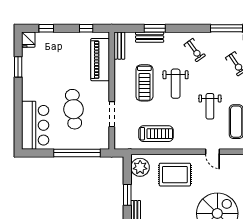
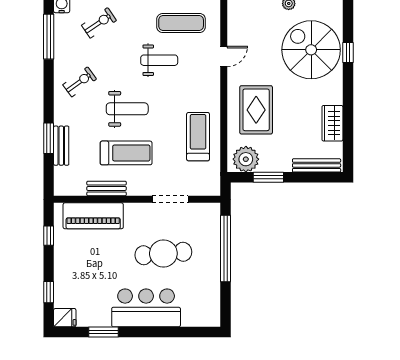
bench: (119, 46) -> (107, 188), moved
bar counter: (35, 125) -> (146, 308), moved
window: (127, 195) -> (268, 177), moved

